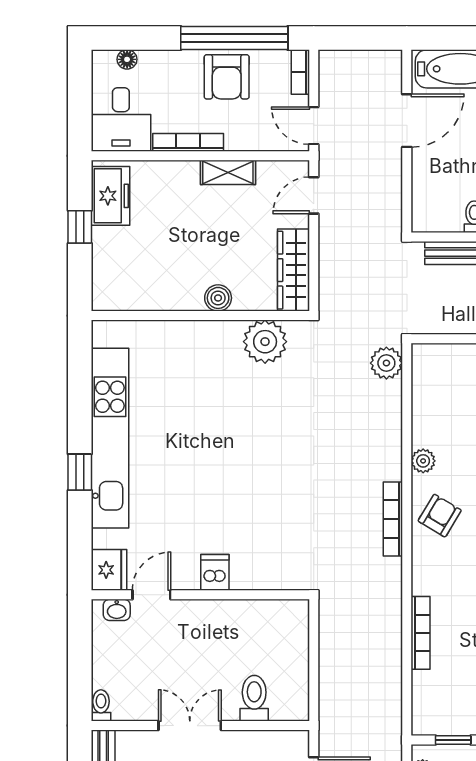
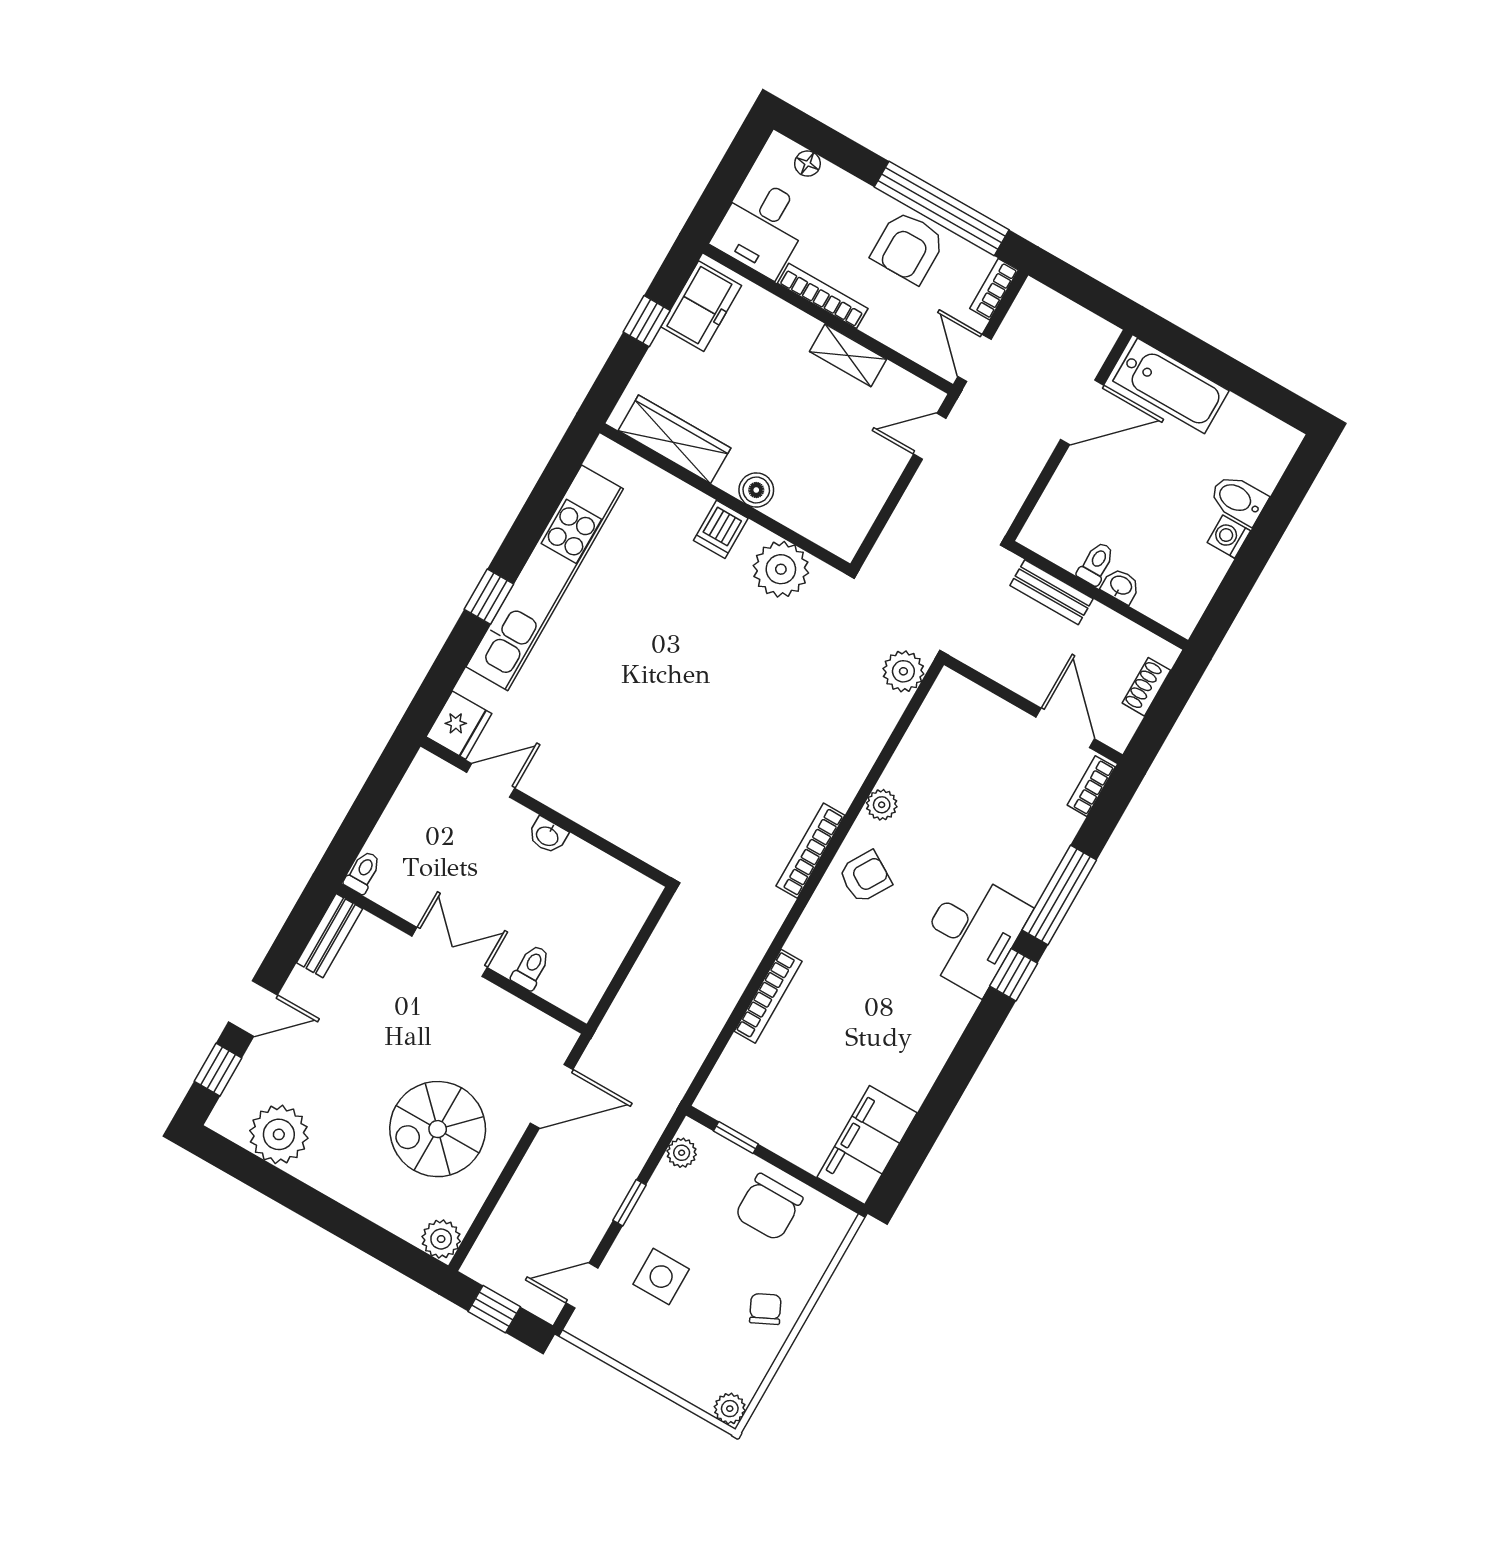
wardrobe: (293, 270) -> (675, 439), moved, turned 90
dishwasher: (215, 572) -> (721, 529), moved, turned 180
washbasin: (117, 610) -> (548, 836), moved
toilet: (254, 698) -> (531, 967), width x0.73, depth x0.72

